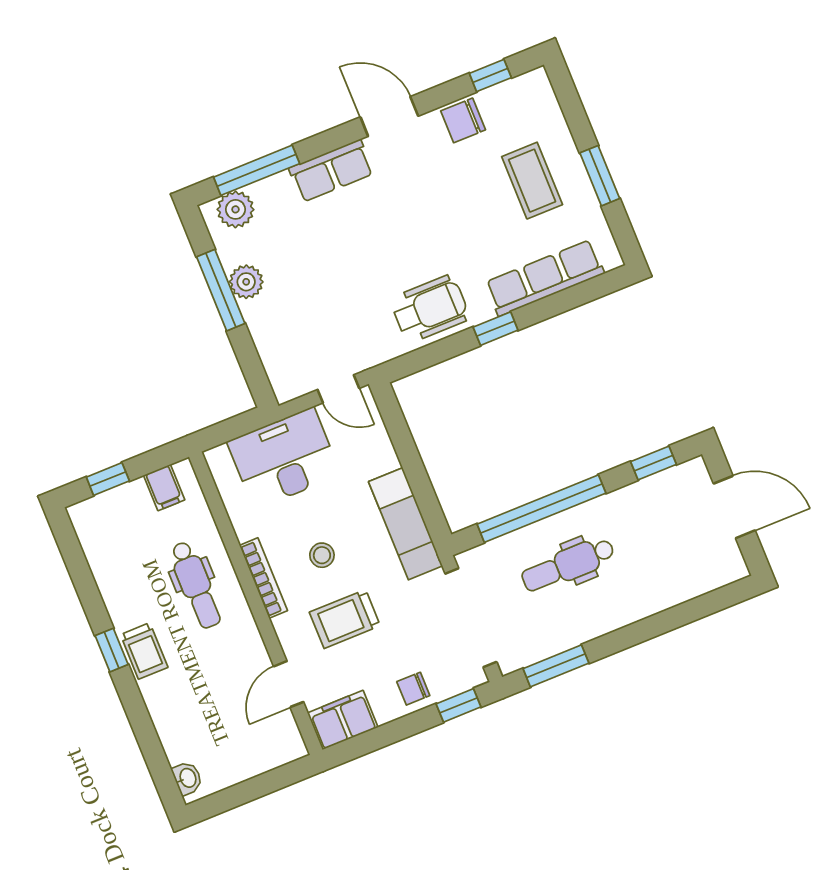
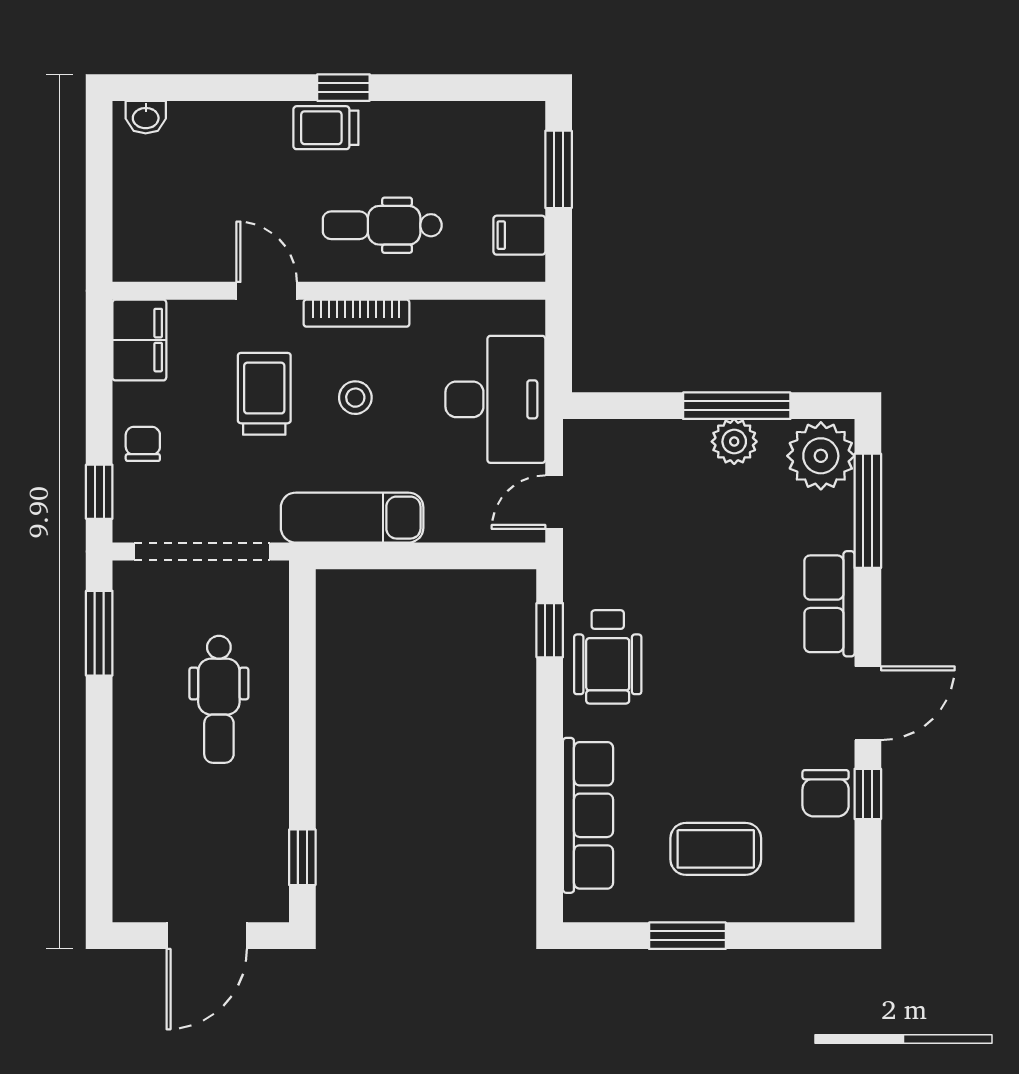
window: (490, 75) -> (868, 794), moved
chair: (463, 120) -> (826, 793), turned 180
plant: (235, 209) -> (821, 456), width x1.36, depth x1.36
window: (496, 329) -> (550, 630), moved
window: (108, 479) -> (559, 169), width x1.50
window: (541, 509) -> (302, 695), removed
dental chair: (568, 565) -> (219, 699), turned 180
door: (289, 684) -> (267, 291), moved

